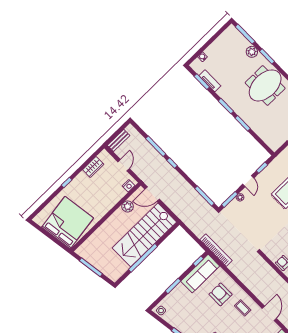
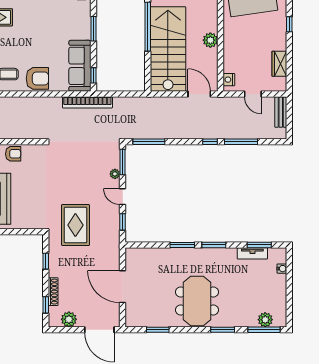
plant: (252, 52) -> (265, 320), moved
door: (152, 194) -> (199, 94), hinge flipped
plant: (128, 206) -> (210, 40), moved
armchair: (221, 294) -> (37, 78), moved

